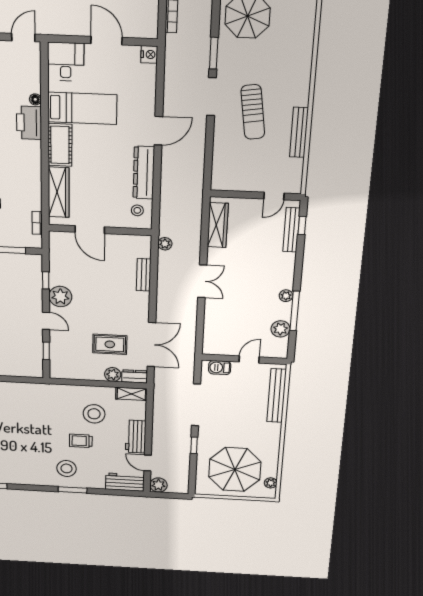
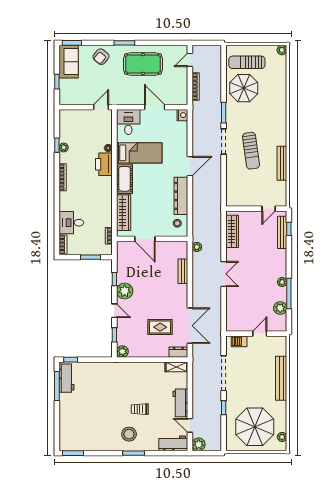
plant: (113, 374) -> (122, 351), moved
bench: (277, 396) -> (281, 378), moved
stool: (94, 414) -> (149, 385), removed

